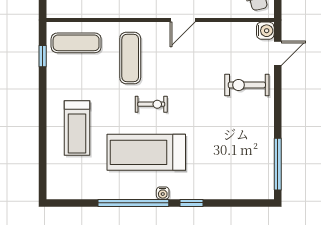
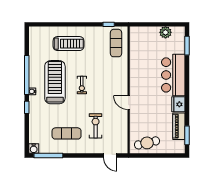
water cooler: (265, 31) -> (34, 149), moved
exercise mat: (130, 58) -> (67, 133), moved
exercise bike: (247, 85) -> (96, 126), moved
treadmill: (77, 128) -> (68, 44), turned 180

